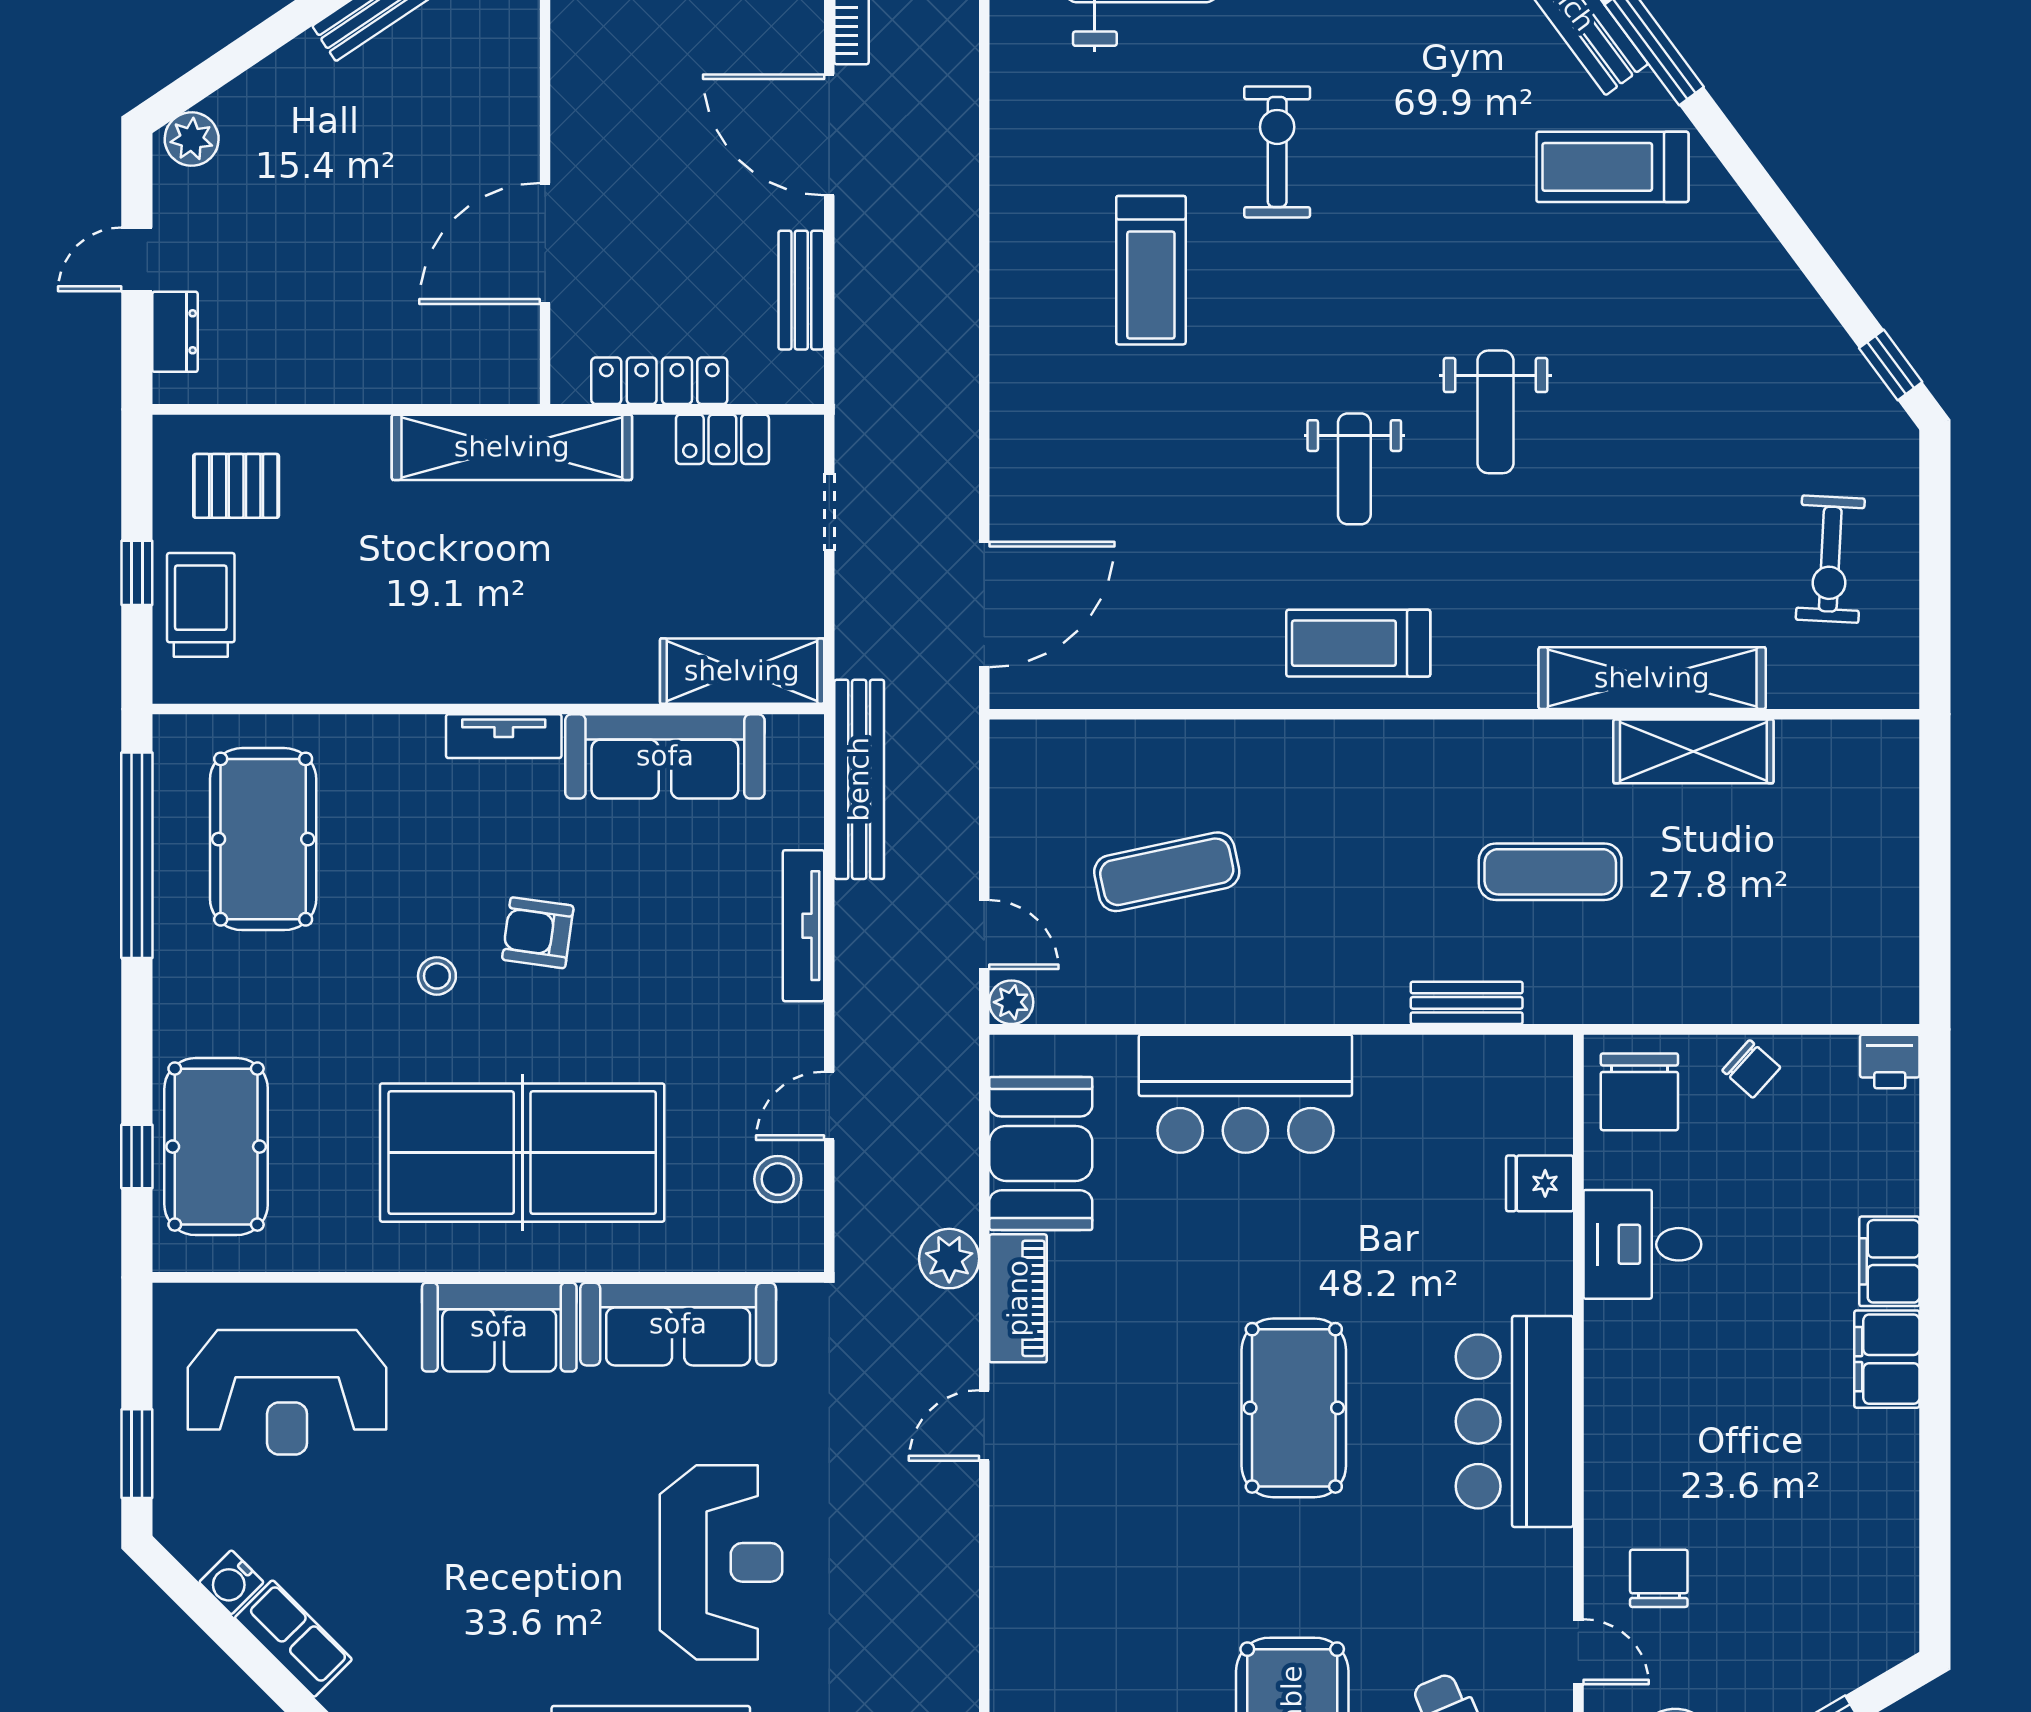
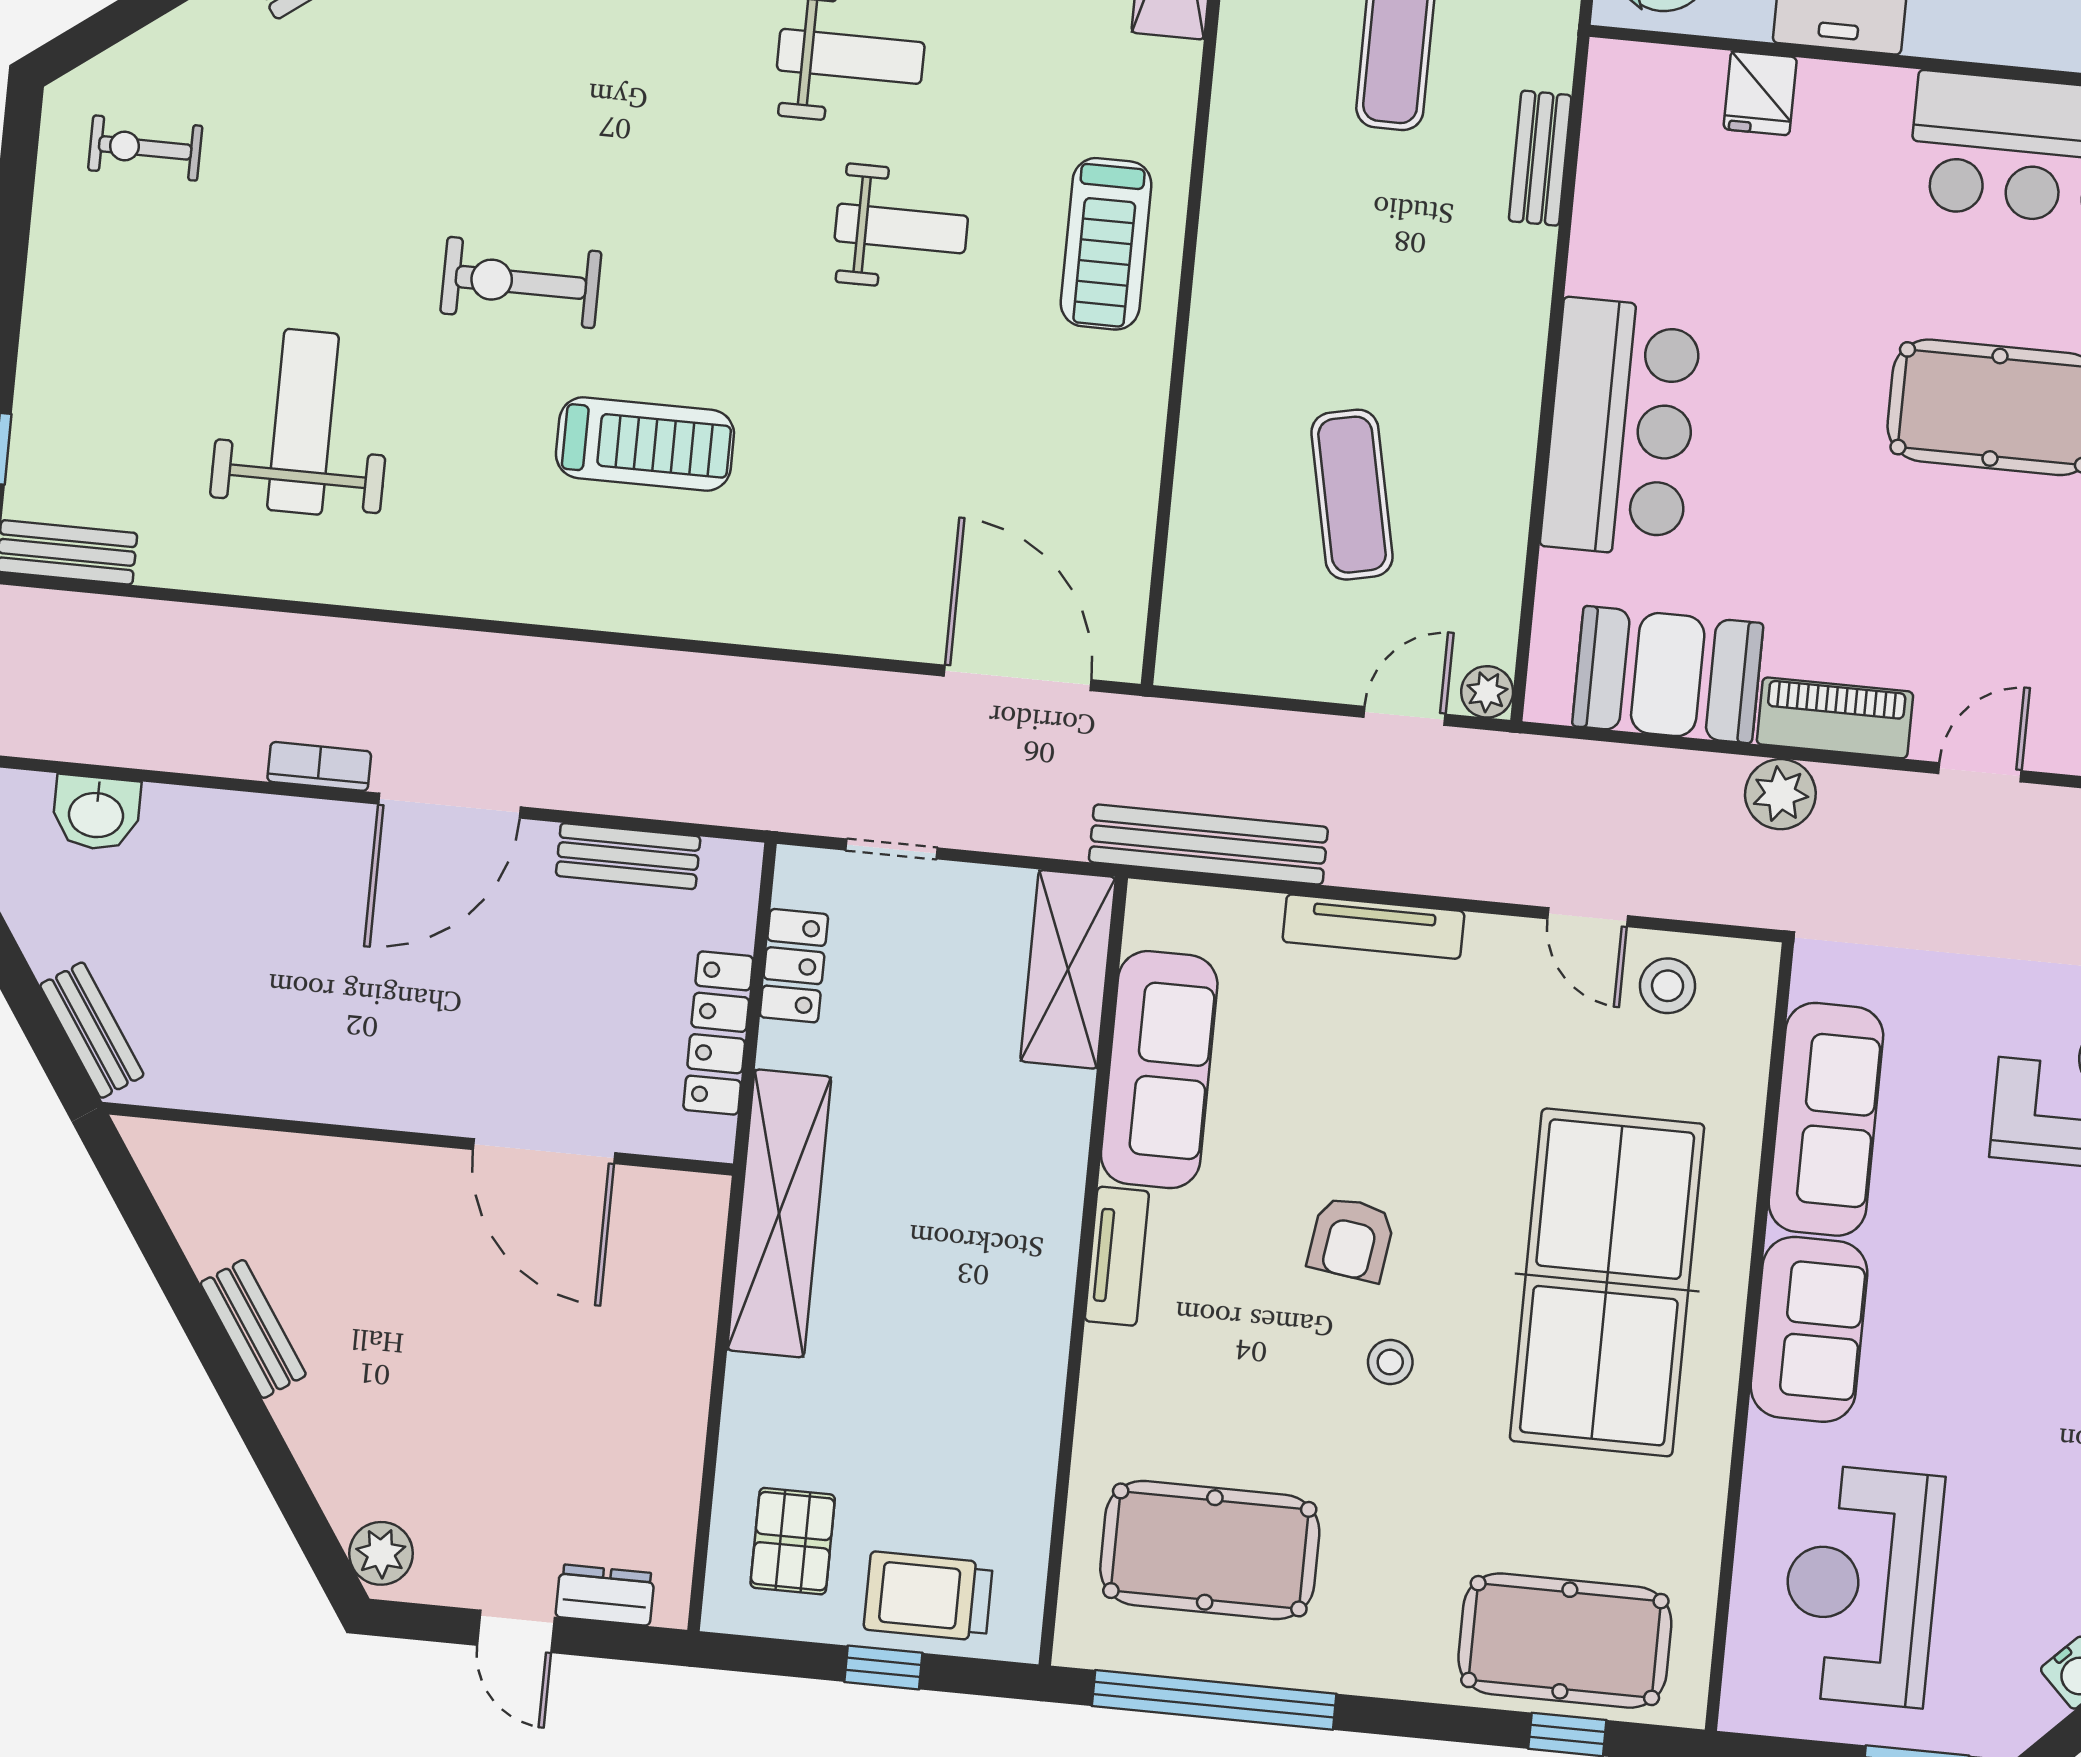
reception desk: (287, 1392) -> (1861, 1586), turned 180
door: (984, 1425) -> (1980, 772), swing flipped

